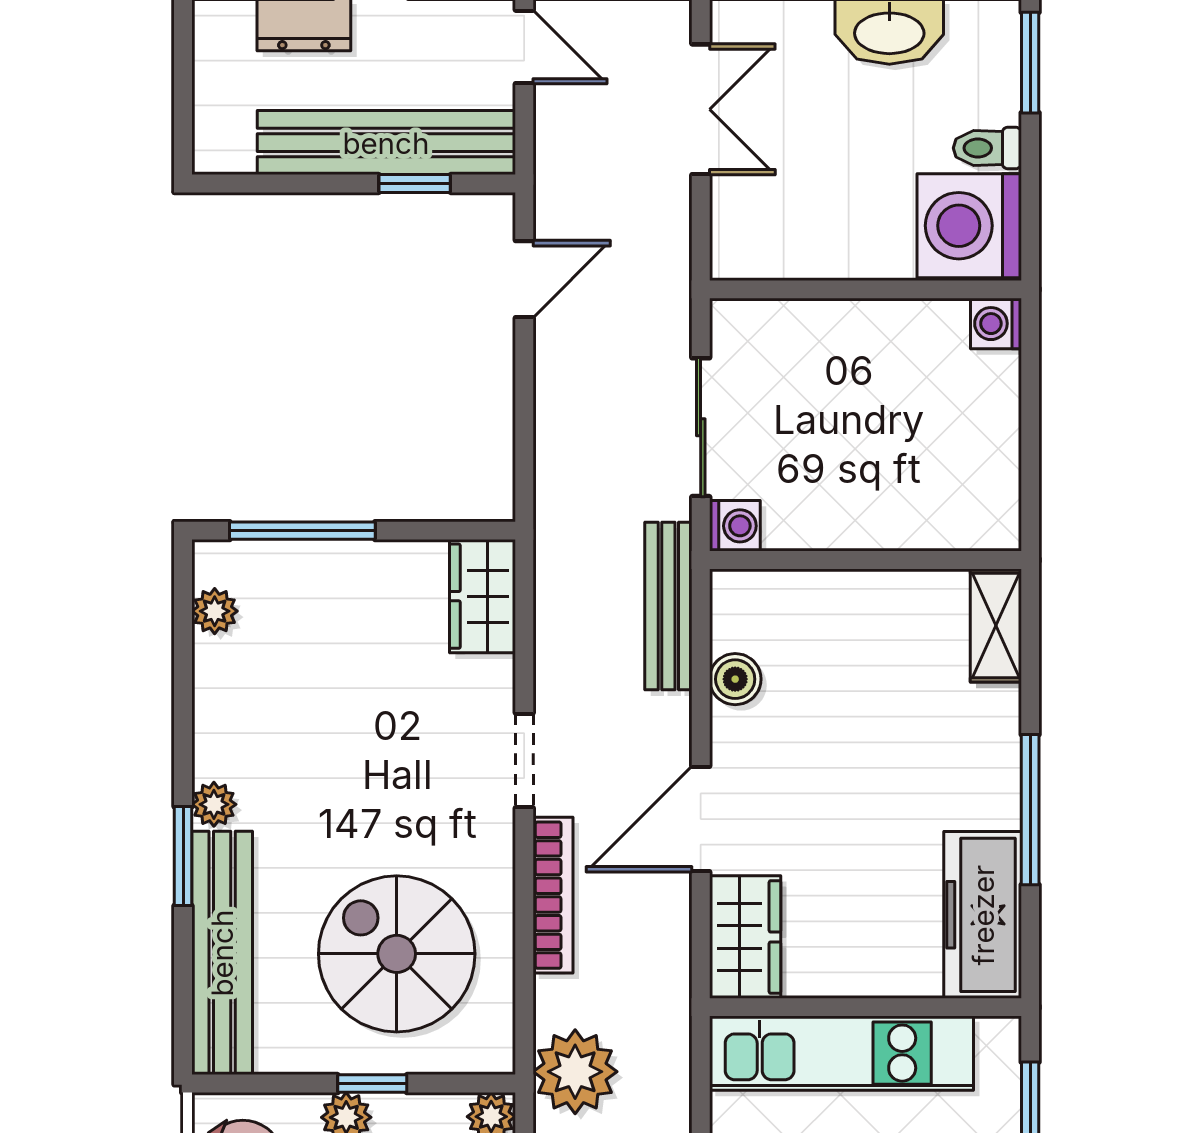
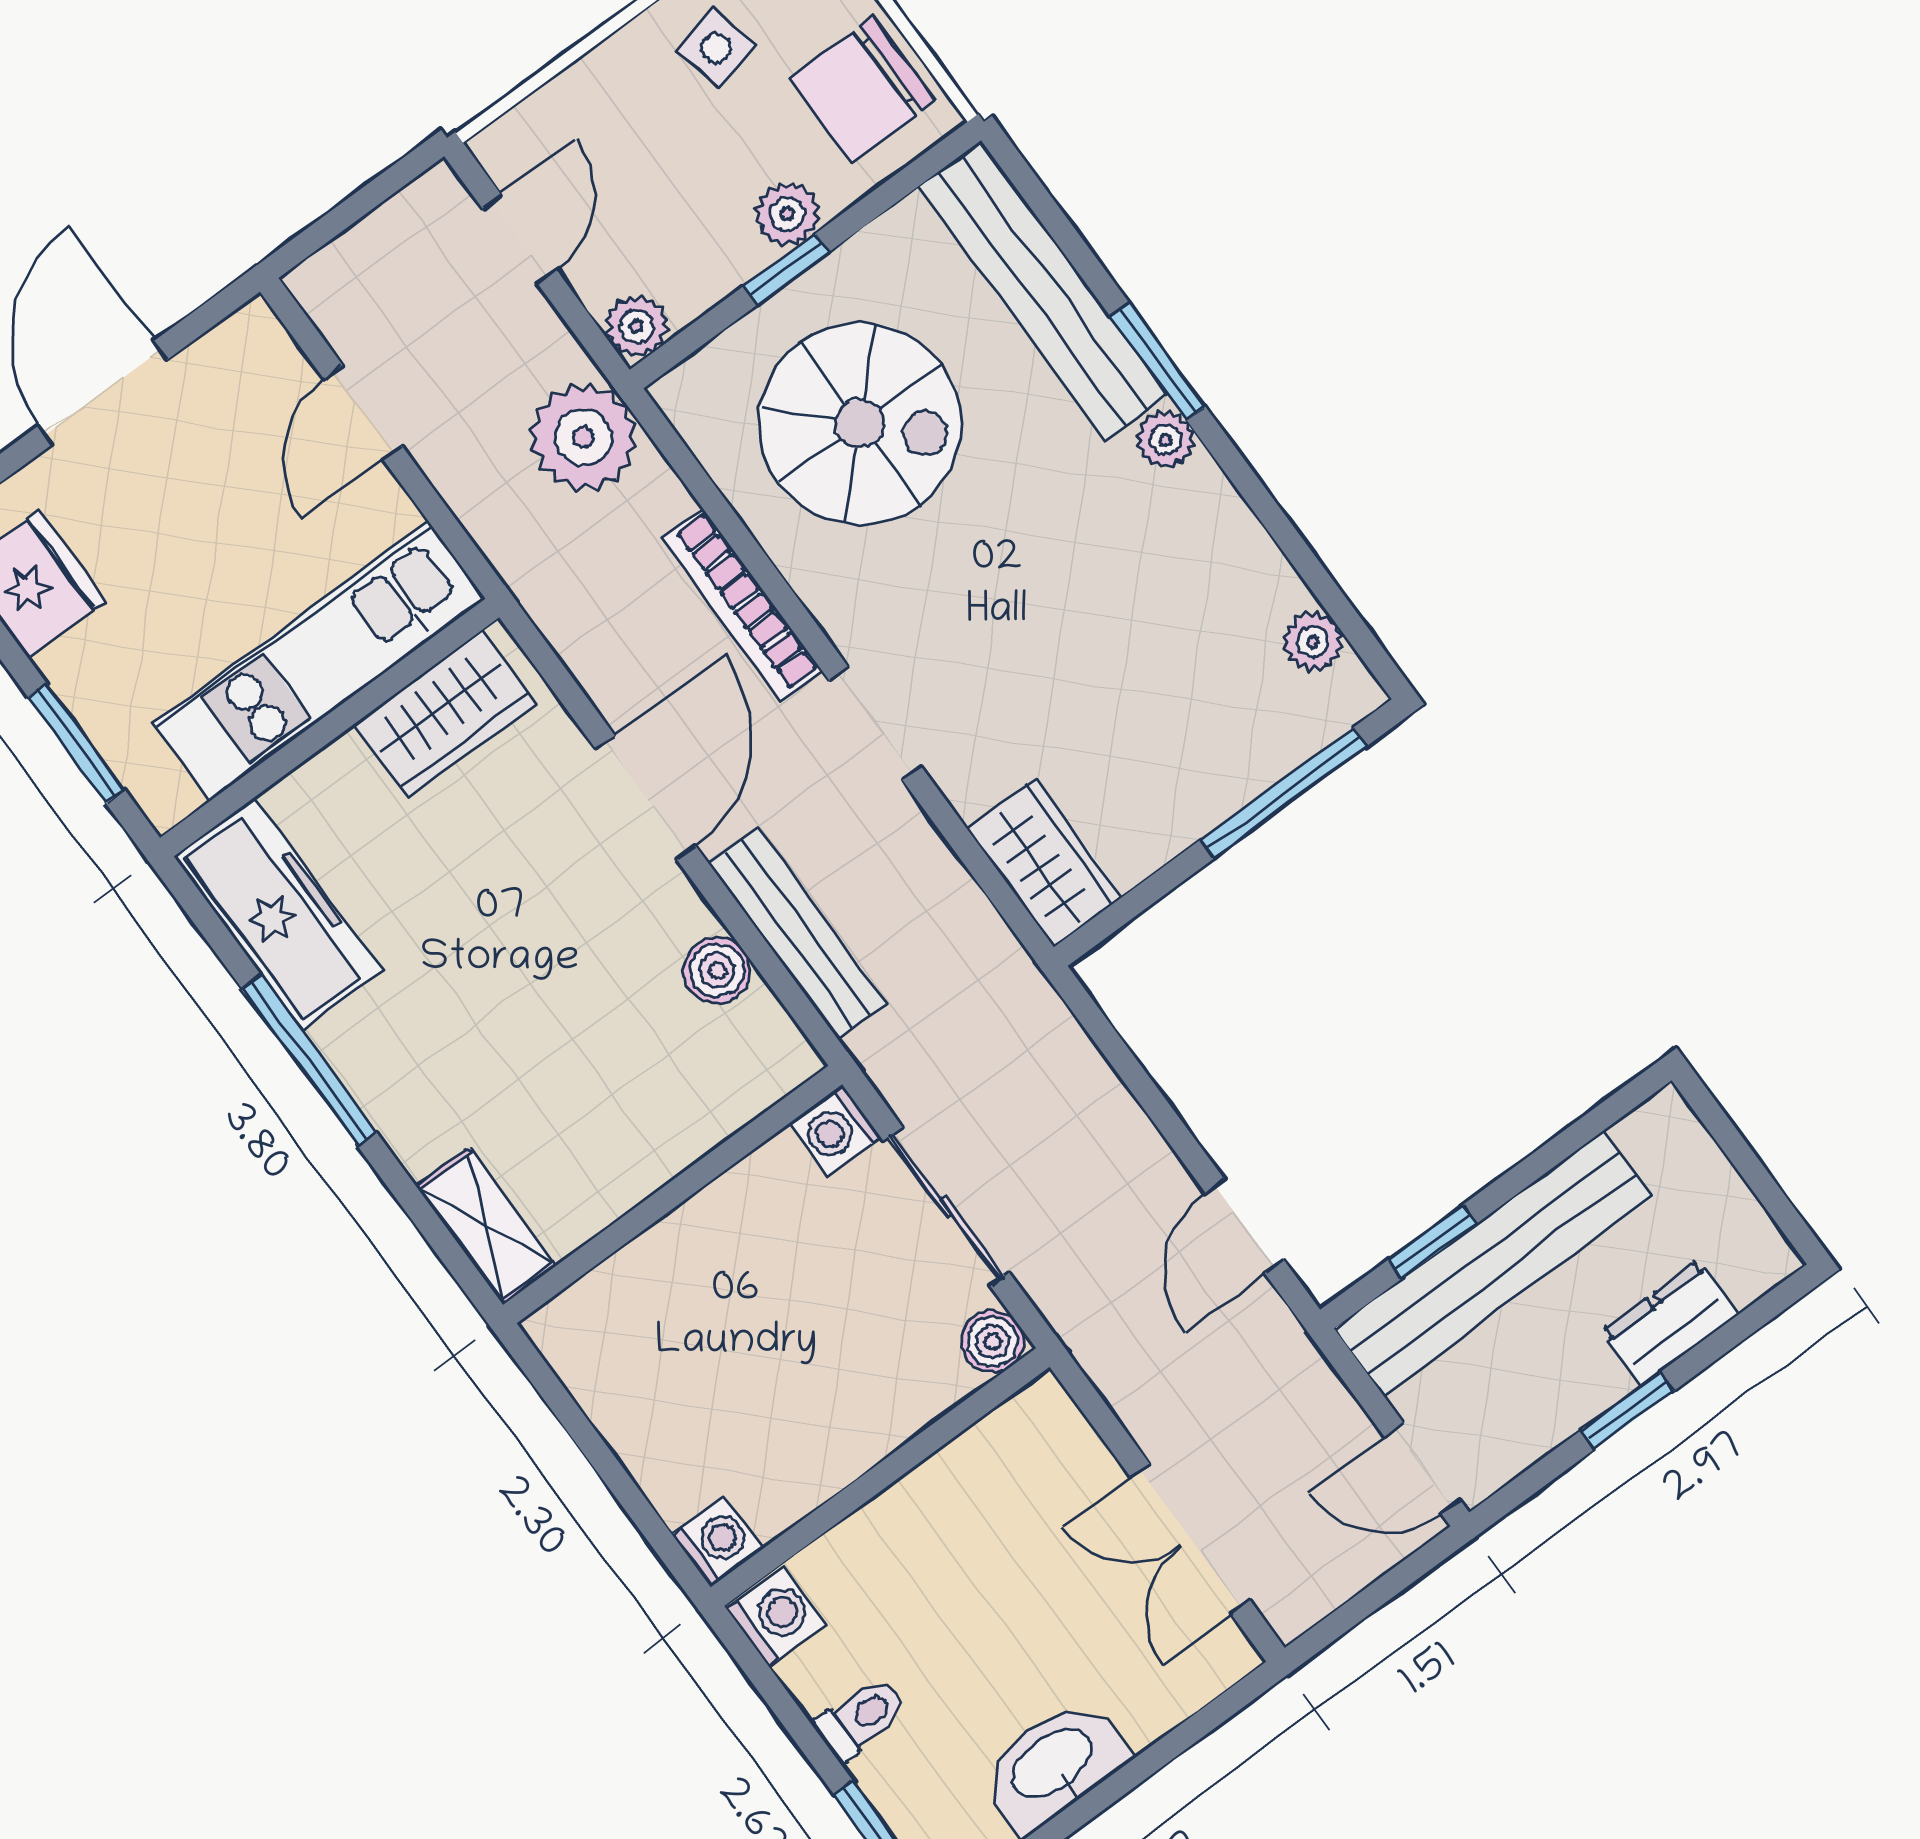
washing machine: (969, 226) -> (776, 1616), width x0.53, depth x0.53
boiler: (734, 322) -> (993, 1342), added
bench: (668, 606) -> (798, 933), moved
wardrobe: (745, 937) -> (445, 714), moved, turned -90

